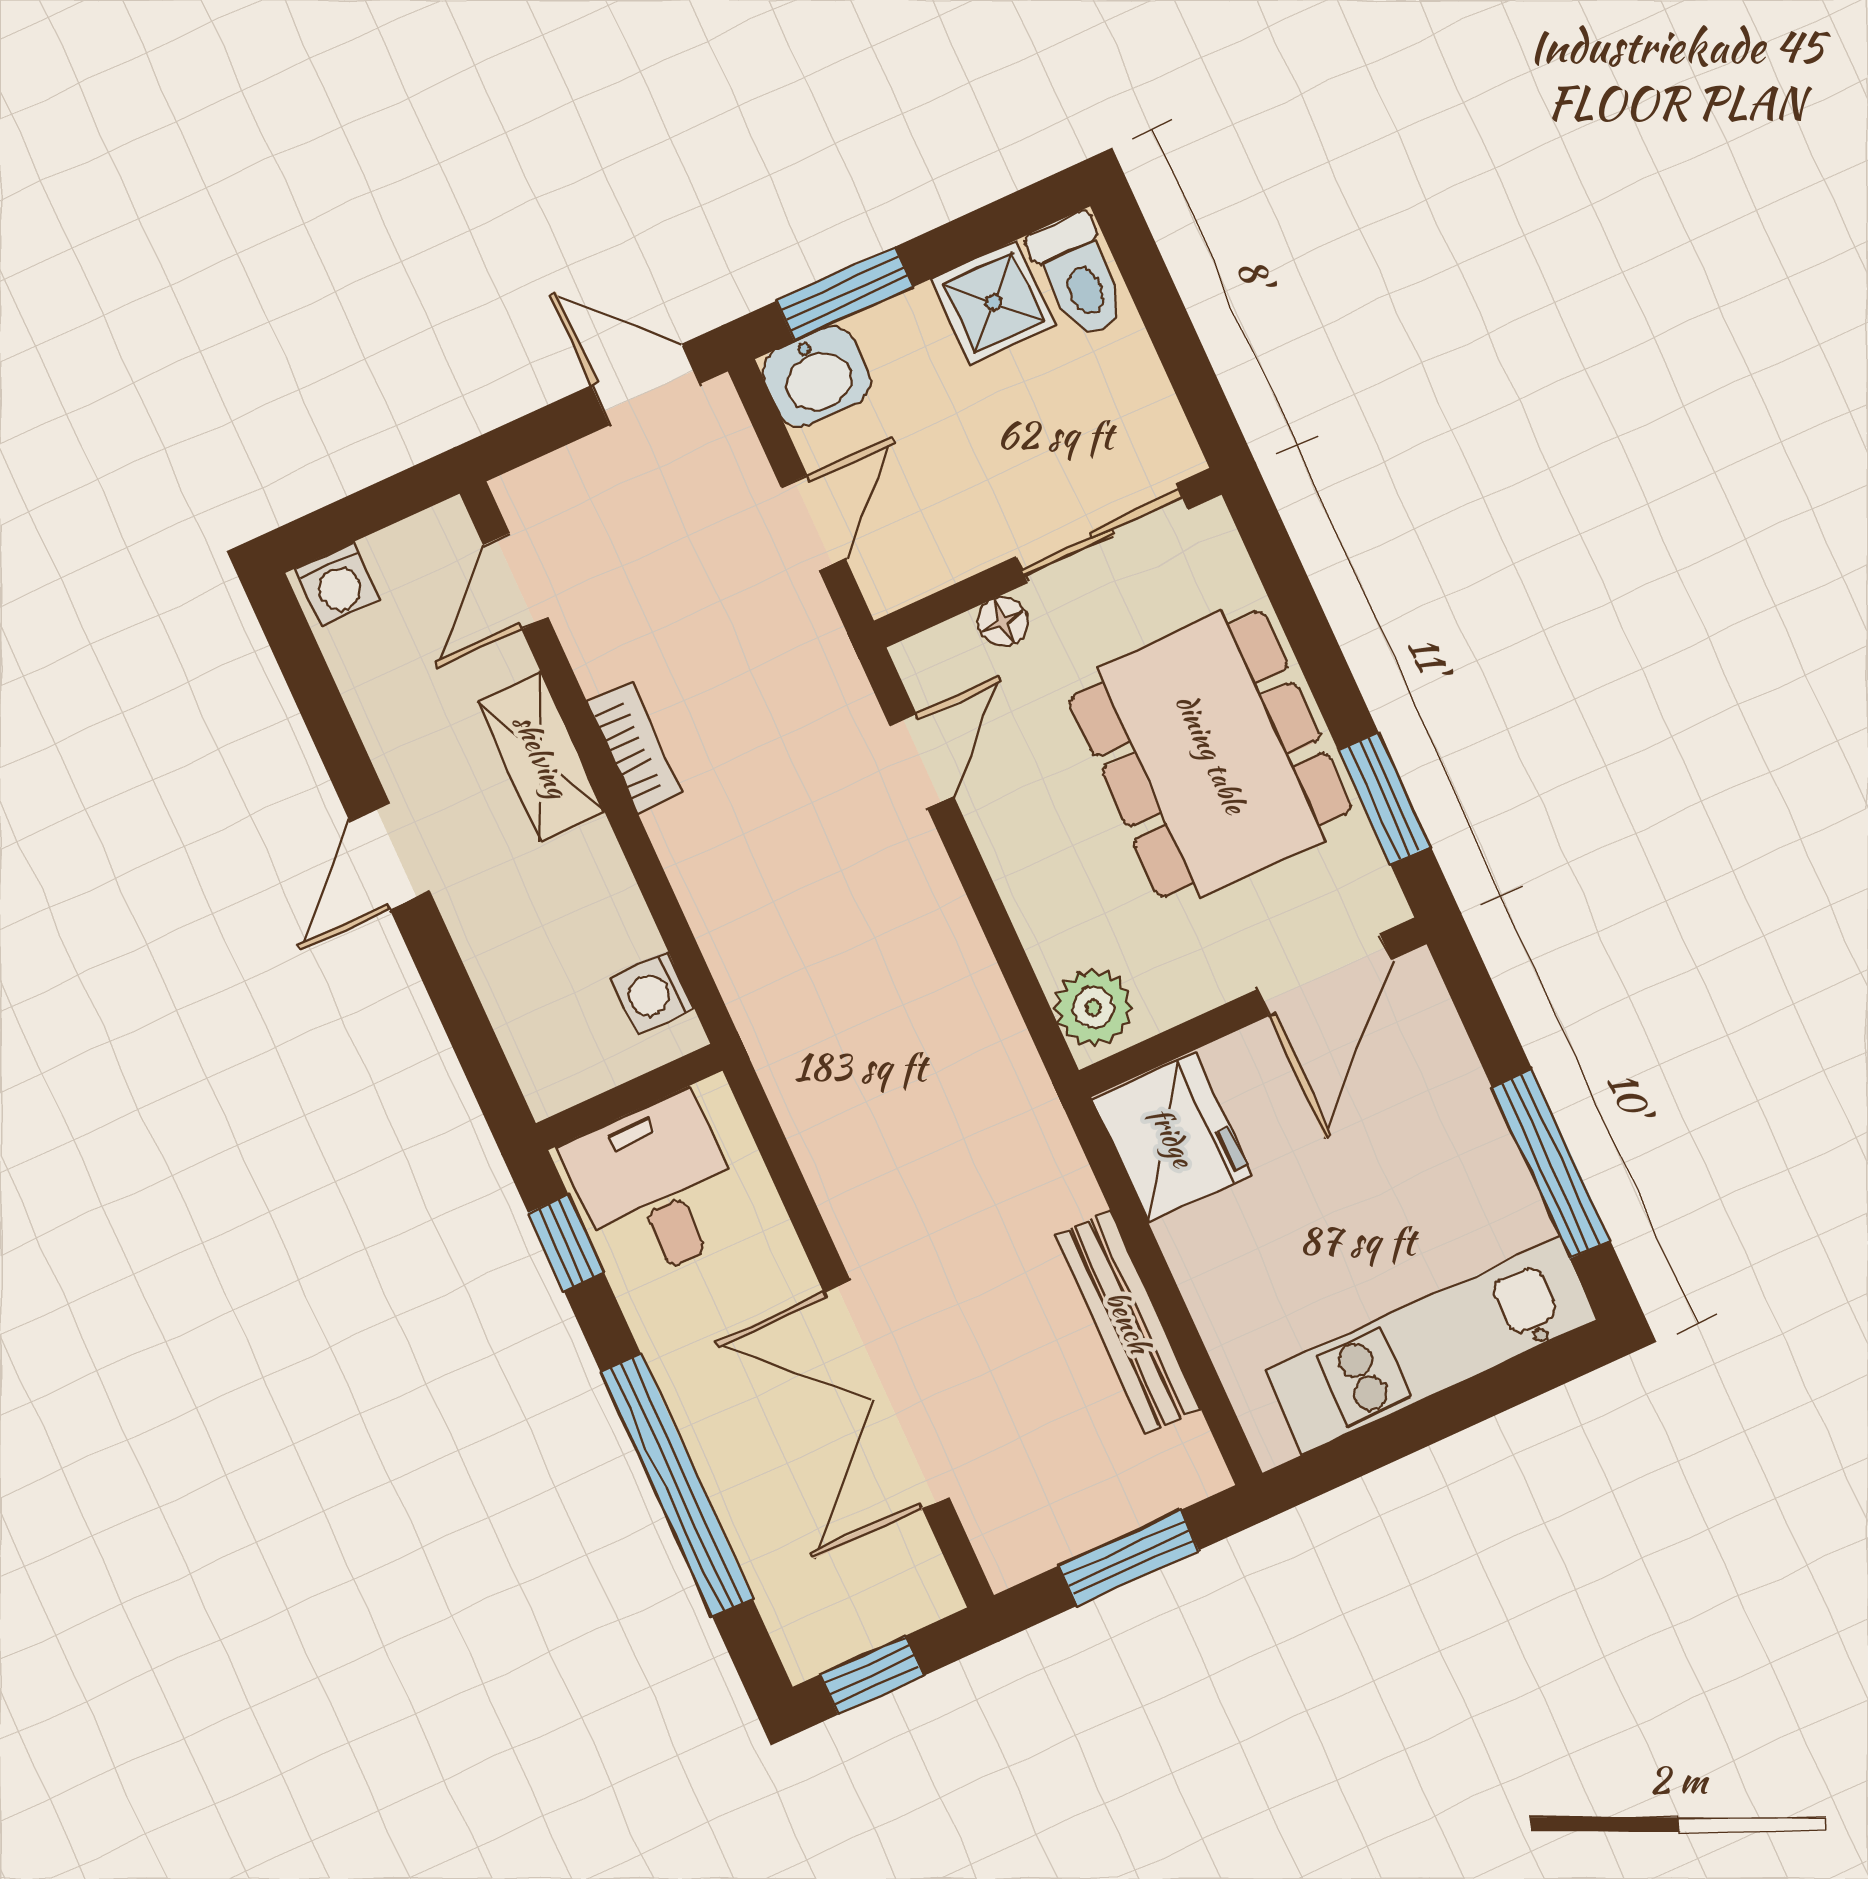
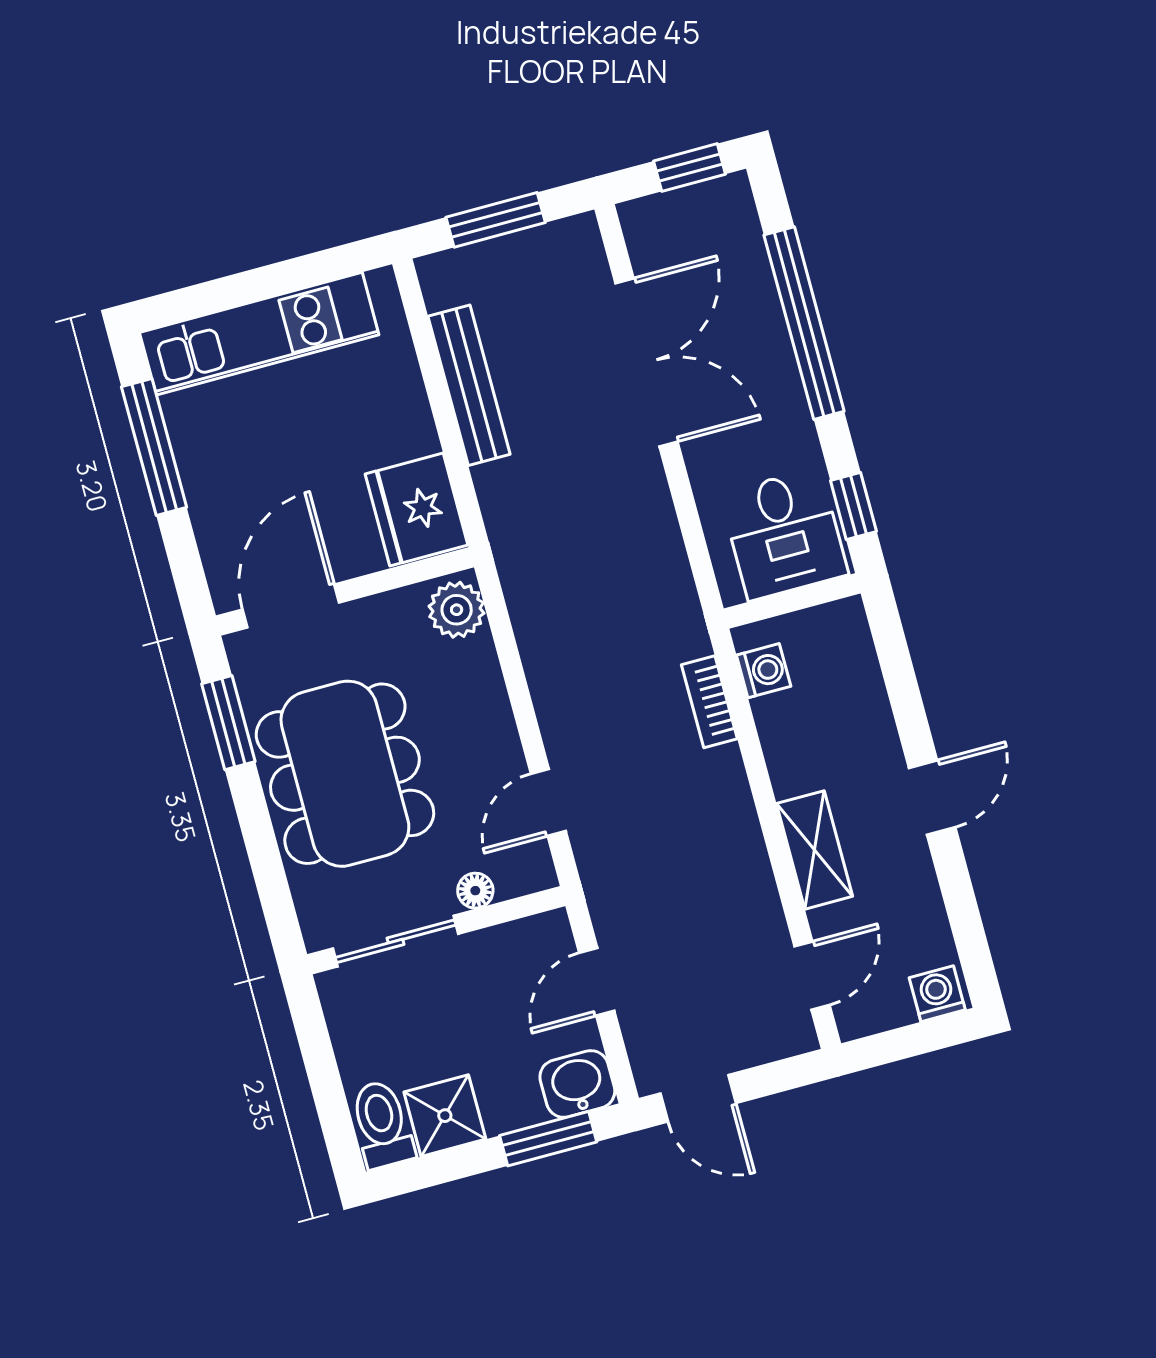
bookcase: (635, 748) -> (709, 702), moved

